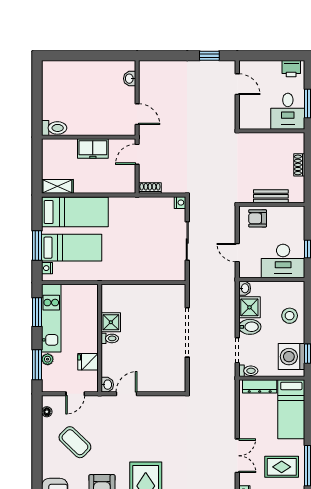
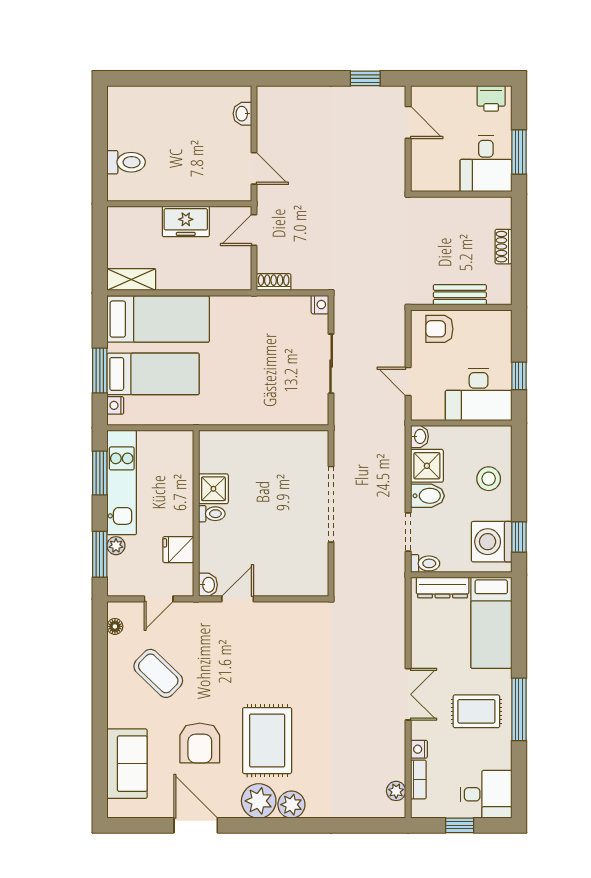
toilet: (54, 128) -> (126, 162), moved

